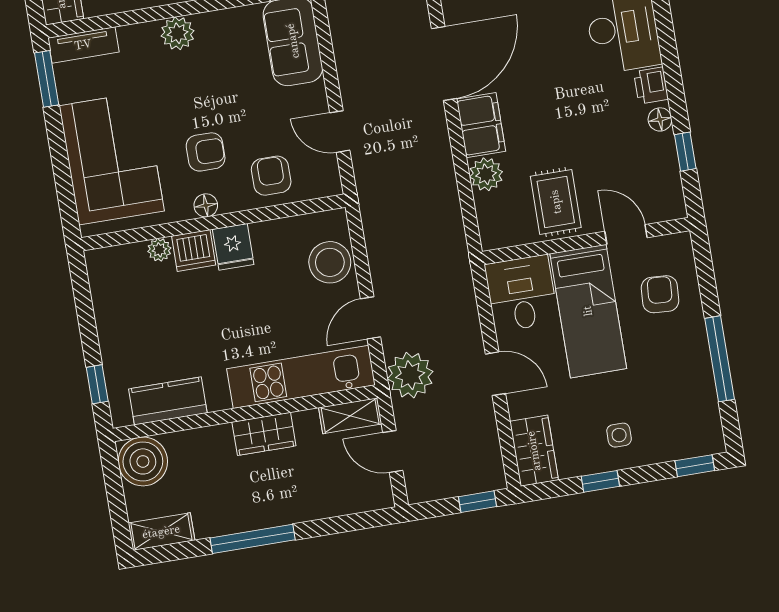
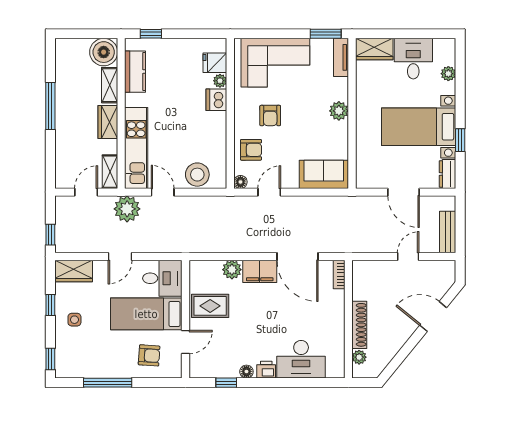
floor lamp: (206, 205) -> (240, 182), moved
fridge: (233, 247) -> (215, 63), moved
shelving: (161, 532) -> (110, 85), moved

